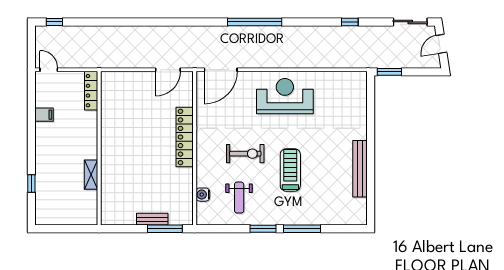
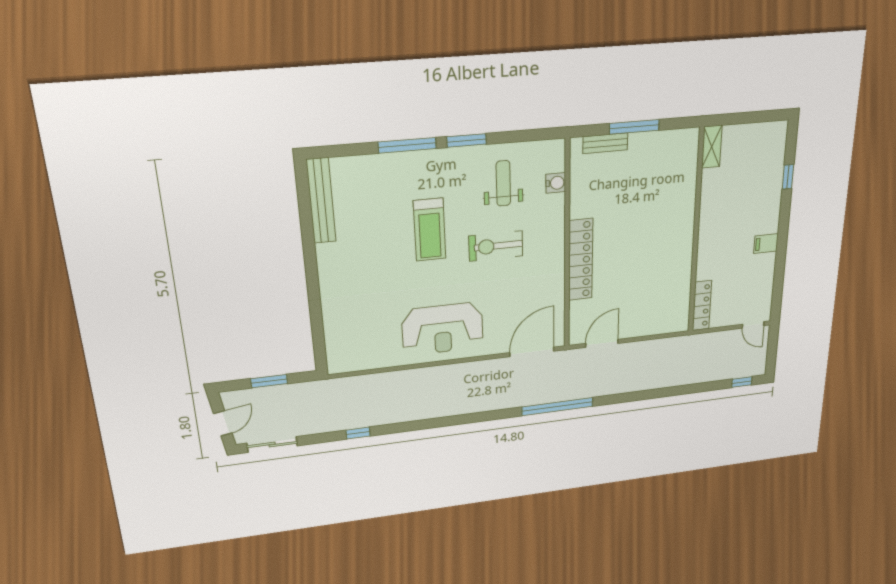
window: (255, 22) -> (557, 407), moved
window: (389, 72) -> (269, 381), moved
filing cabinet: (44, 115) -> (766, 244), moved
bench: (360, 169) -> (321, 201), moved
shelving: (91, 175) -> (712, 147), moved
bench: (152, 219) -> (605, 143), moved
window: (165, 229) -> (634, 127), moved

